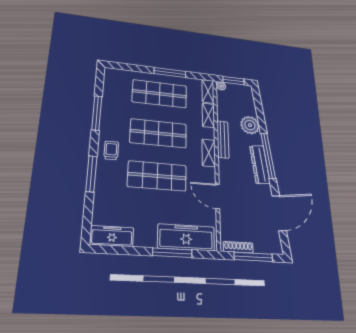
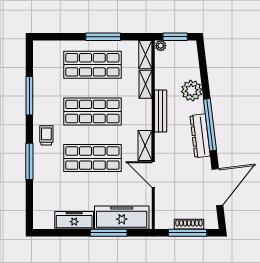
shelving: (209, 153) -> (145, 146), moved
freezer: (112, 236) -> (74, 220), moved
shoe rack: (238, 247) -> (189, 224), moved

